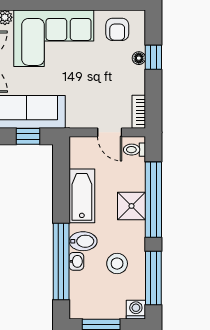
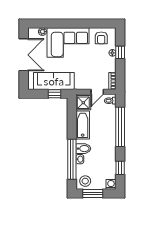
door: (110, 132) -> (97, 92), hinge flipped
shower: (132, 206) -> (83, 103), moved
stool: (117, 264) -> (85, 181), moved
window: (153, 278) -> (120, 168), width x0.46

